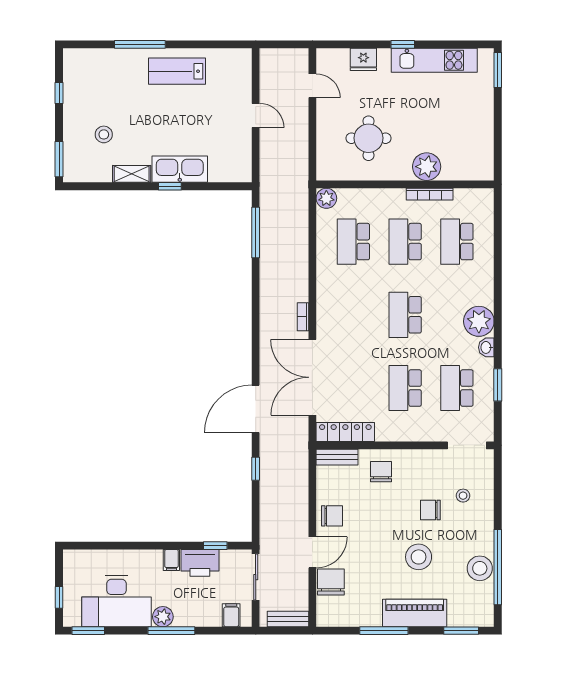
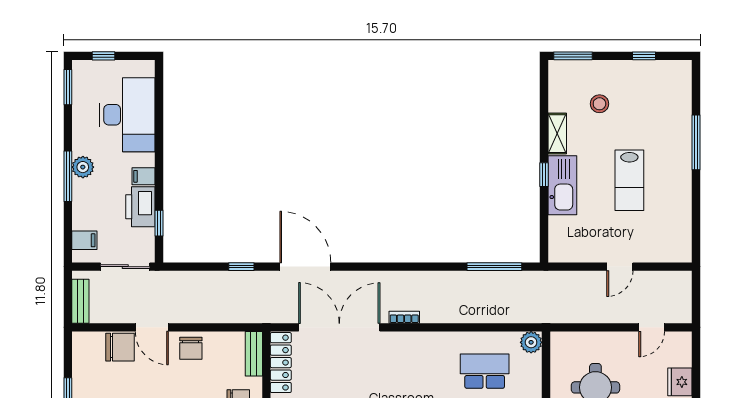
lab bench: (177, 71) -> (629, 180), moved, turned 180
desk: (116, 601) -> (127, 115), moved, turned 180

